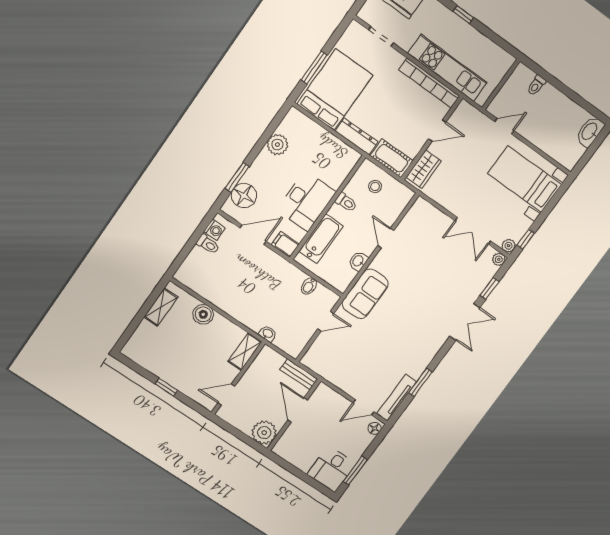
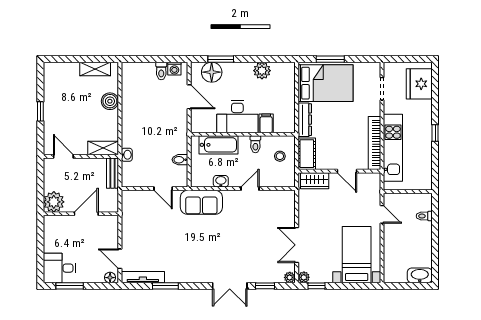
filing cabinet: (285, 244) -> (266, 123), moved
bench: (299, 374) -> (113, 173), moved

